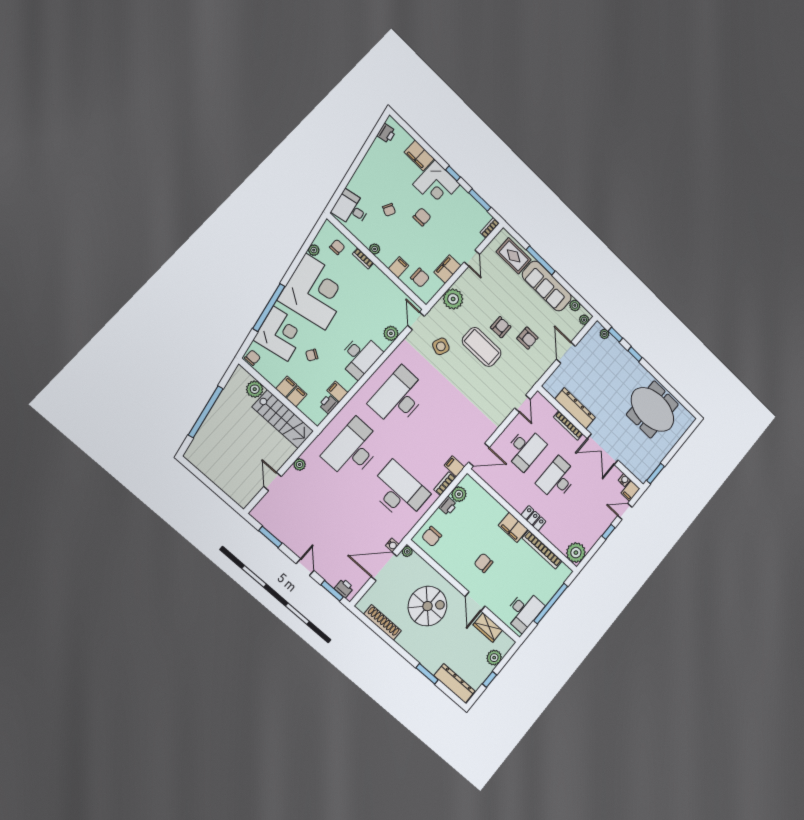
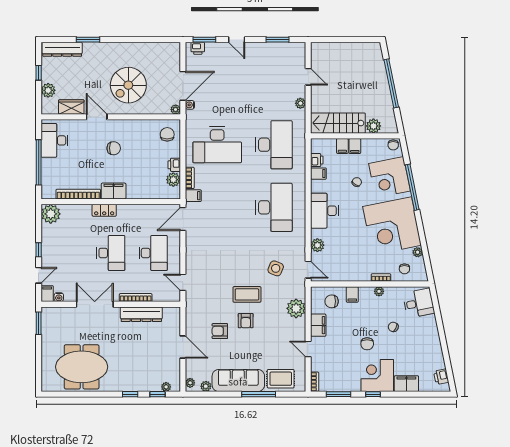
coffee table: (482, 347) -> (247, 294), width x0.73, depth x0.76
desk: (525, 449) -> (153, 253), turned 180
shoe rack: (382, 622) -> (151, 48), removed

